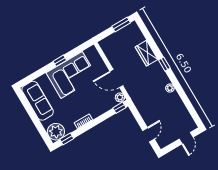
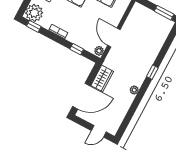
wardrobe: (147, 53) -> (102, 78), moved, turned 180
window: (119, 108) -> (77, 49), moved
door: (148, 135) -> (81, 96), width x1.88

